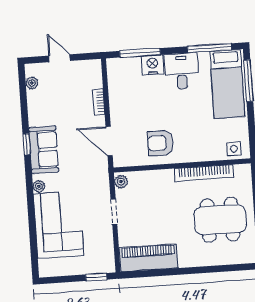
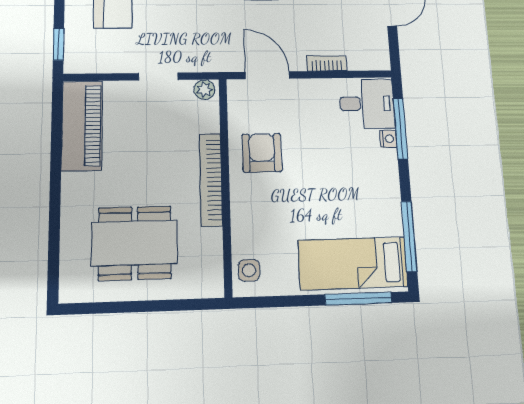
nightstand: (153, 65) -> (388, 139), width x0.53, depth x0.56
desk: (182, 71) -> (367, 104), moved
door: (109, 141) -> (267, 75), hinge flipped
bookcase: (204, 173) -> (211, 180), moved
dining table: (220, 220) -> (135, 243), turned 90

